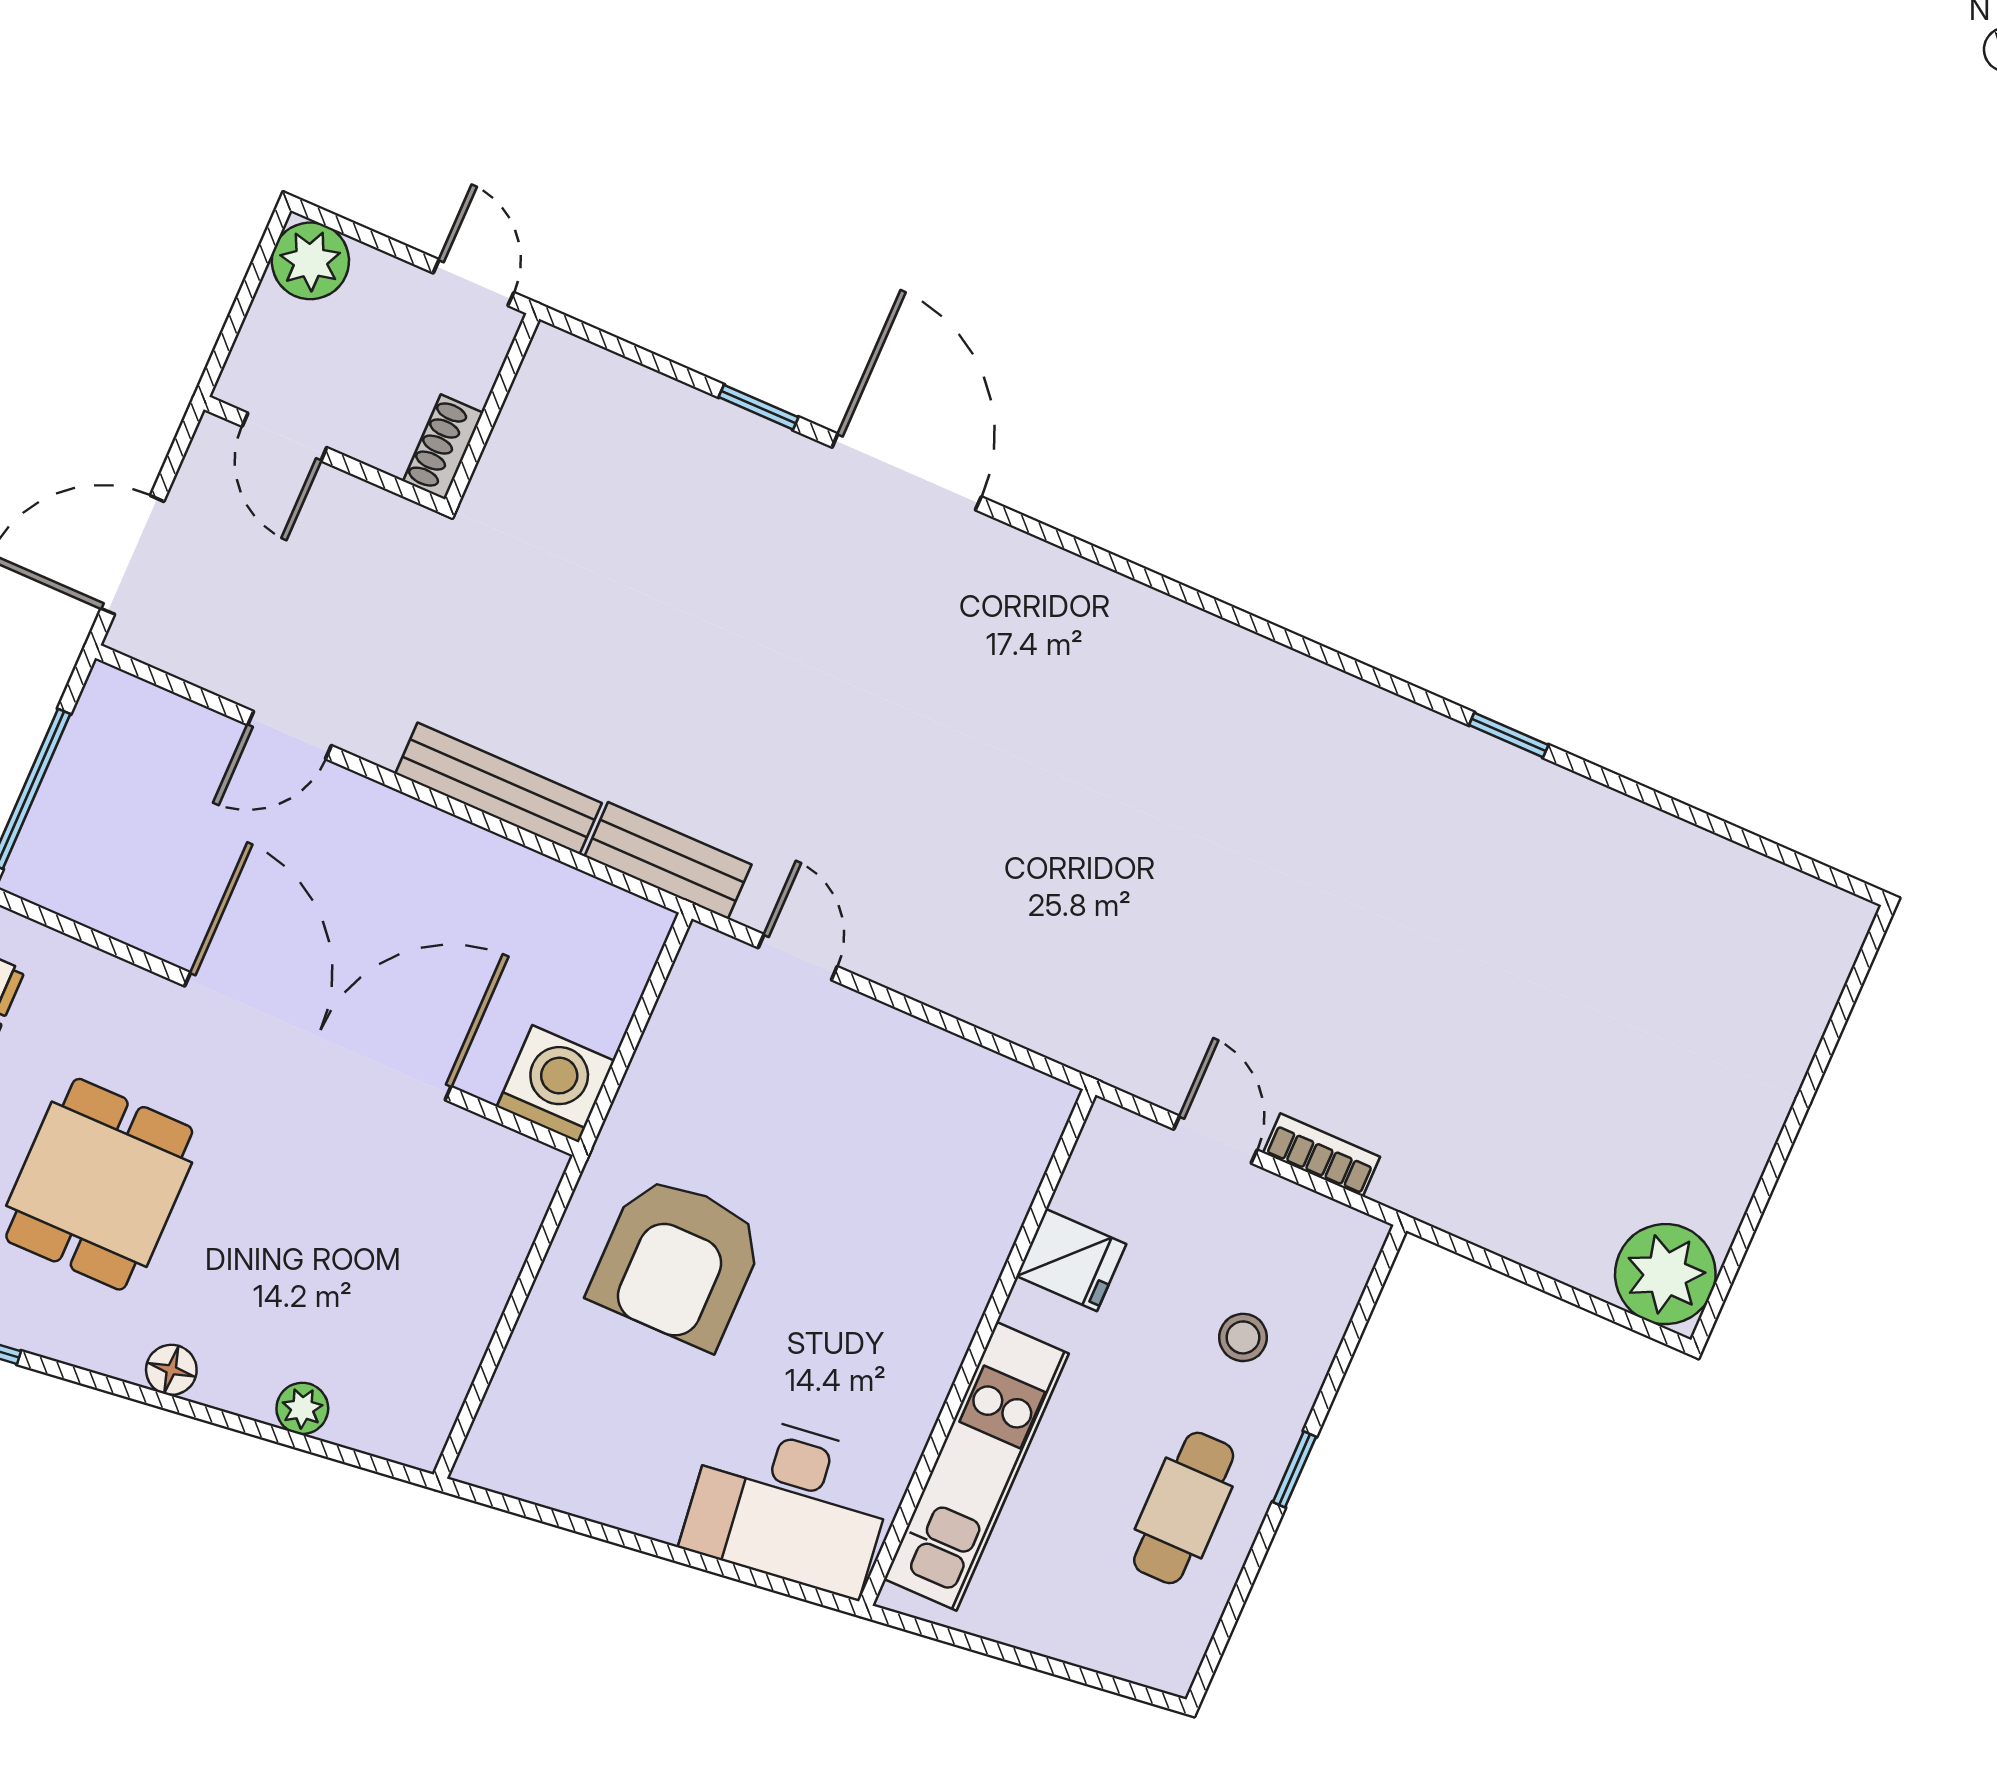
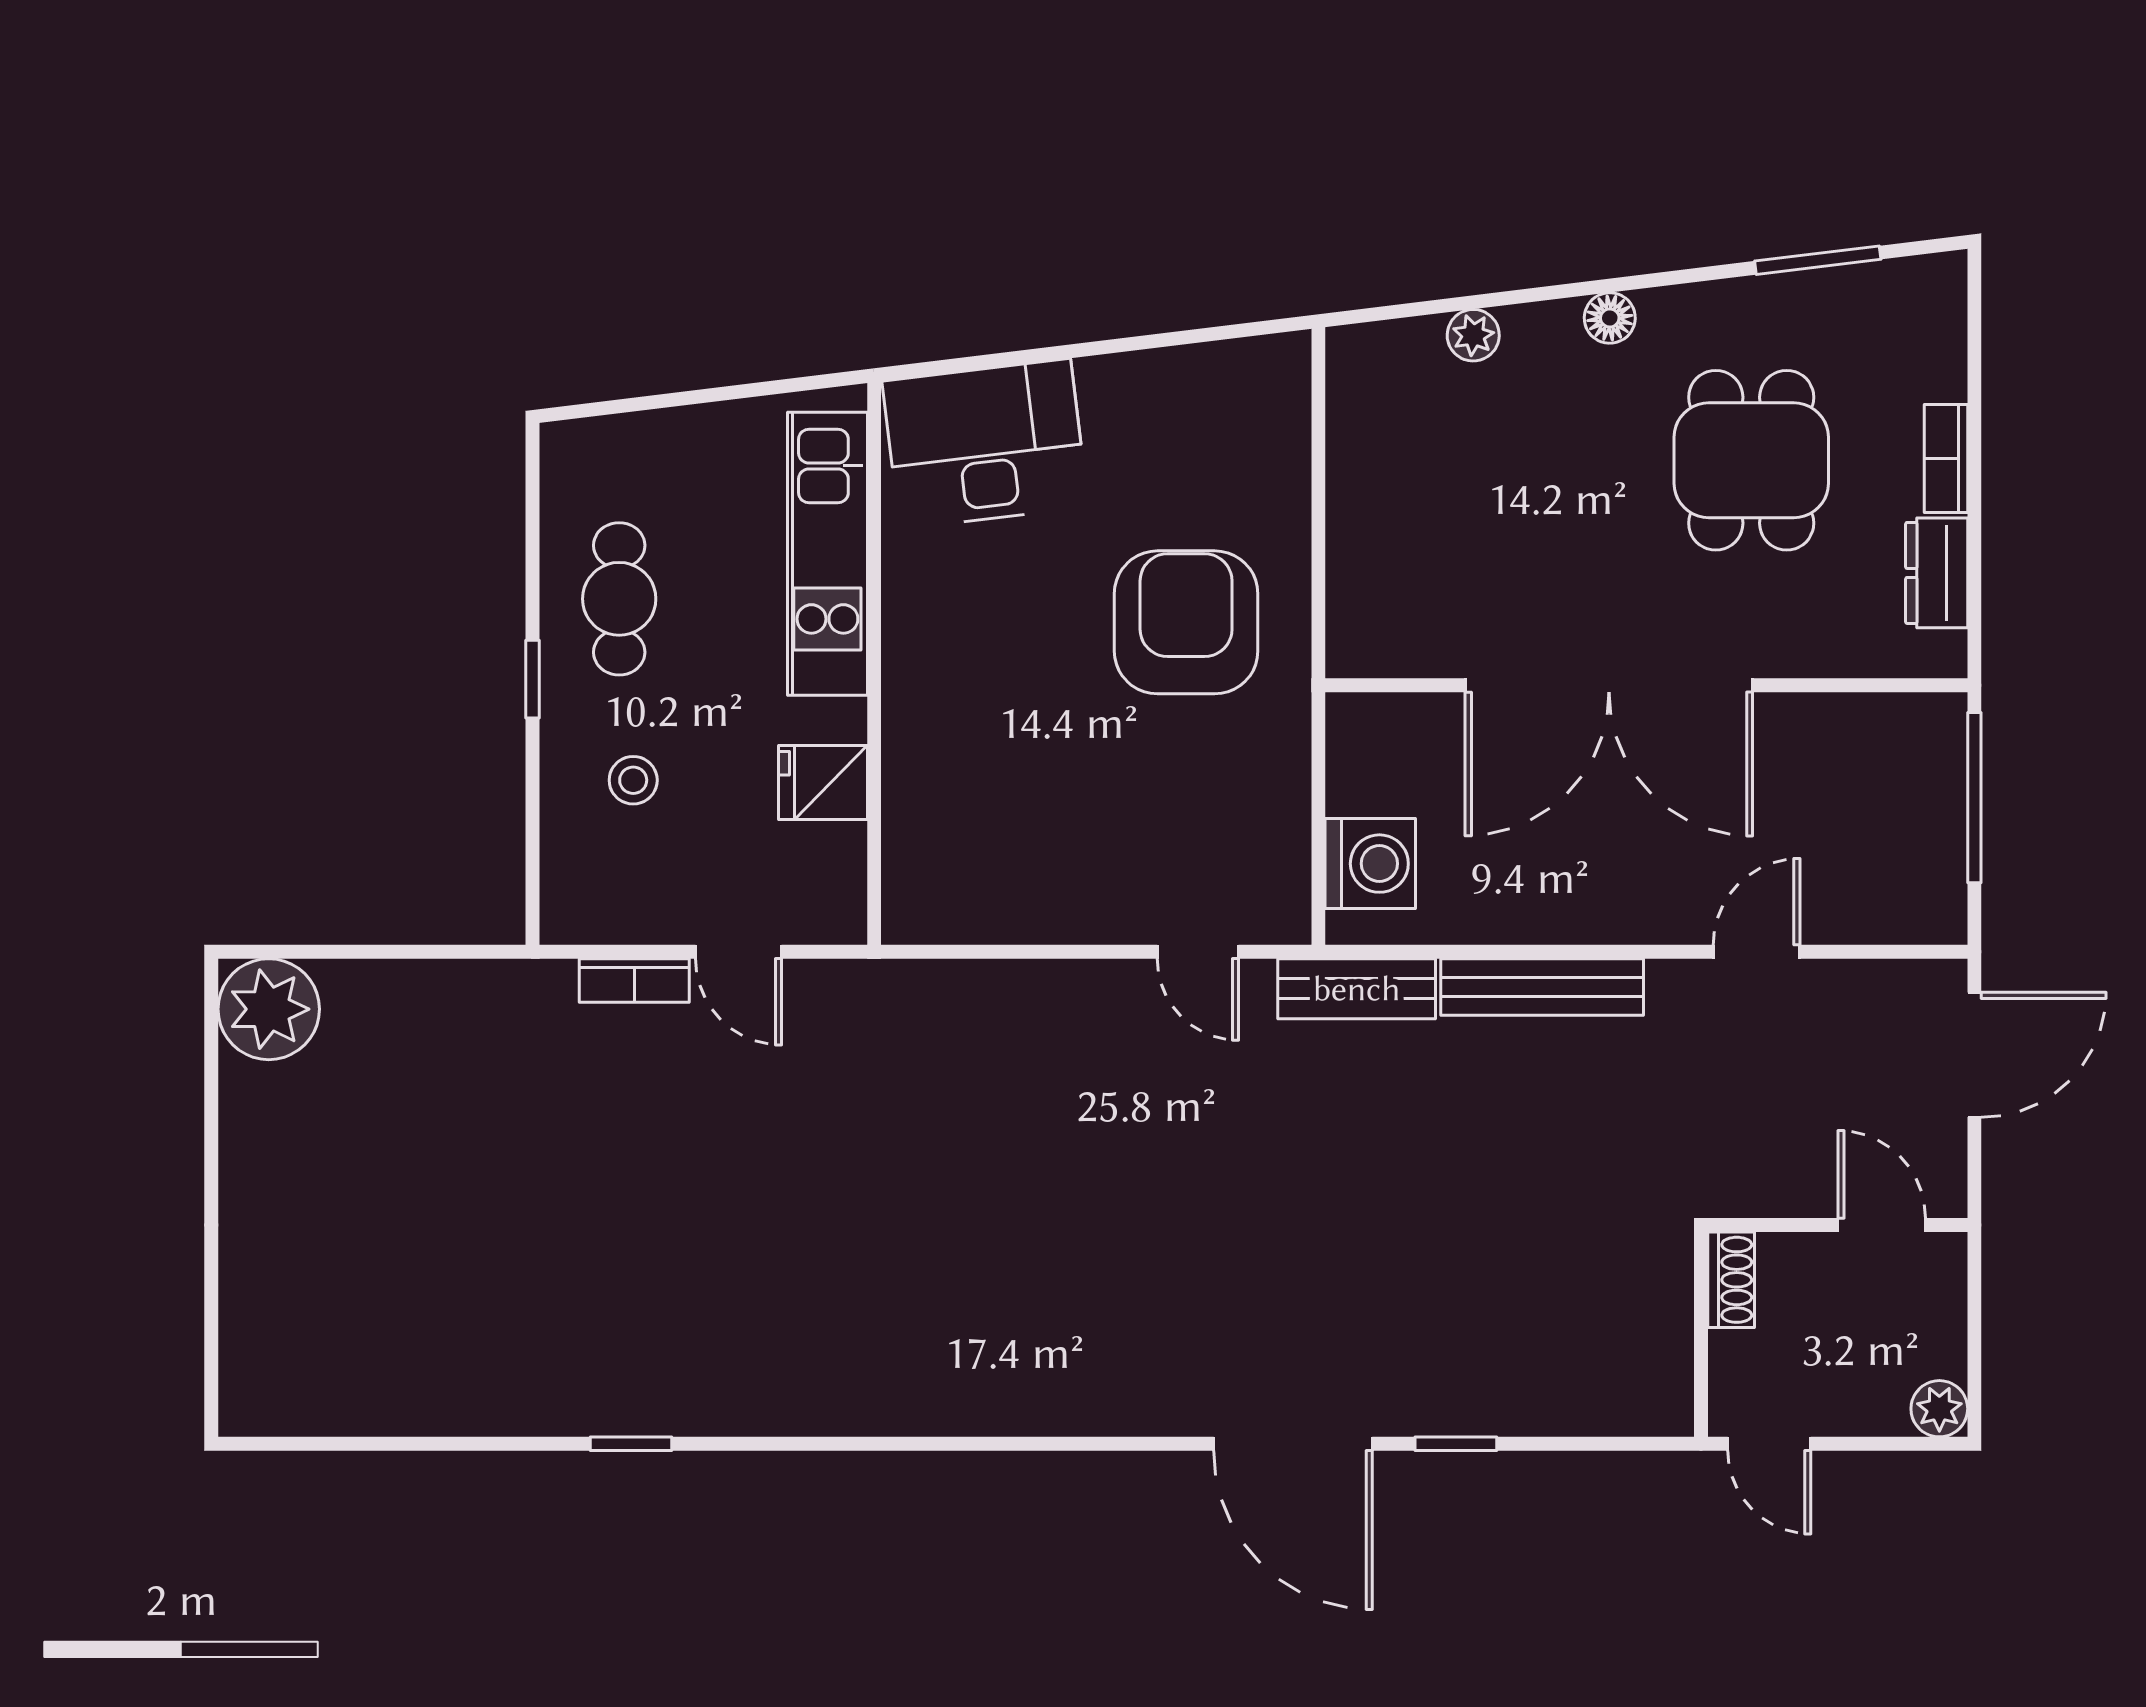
plant: (310, 261) -> (1939, 1409), width x0.73, depth x0.73
washing machine: (556, 1084) -> (1370, 864), moved, turned -90

